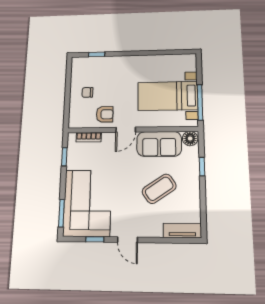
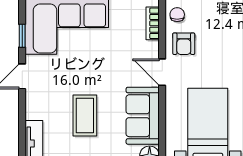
chair: (87, 92) -> (177, 15), moved
coffee table: (159, 189) -> (85, 116), turned 34

